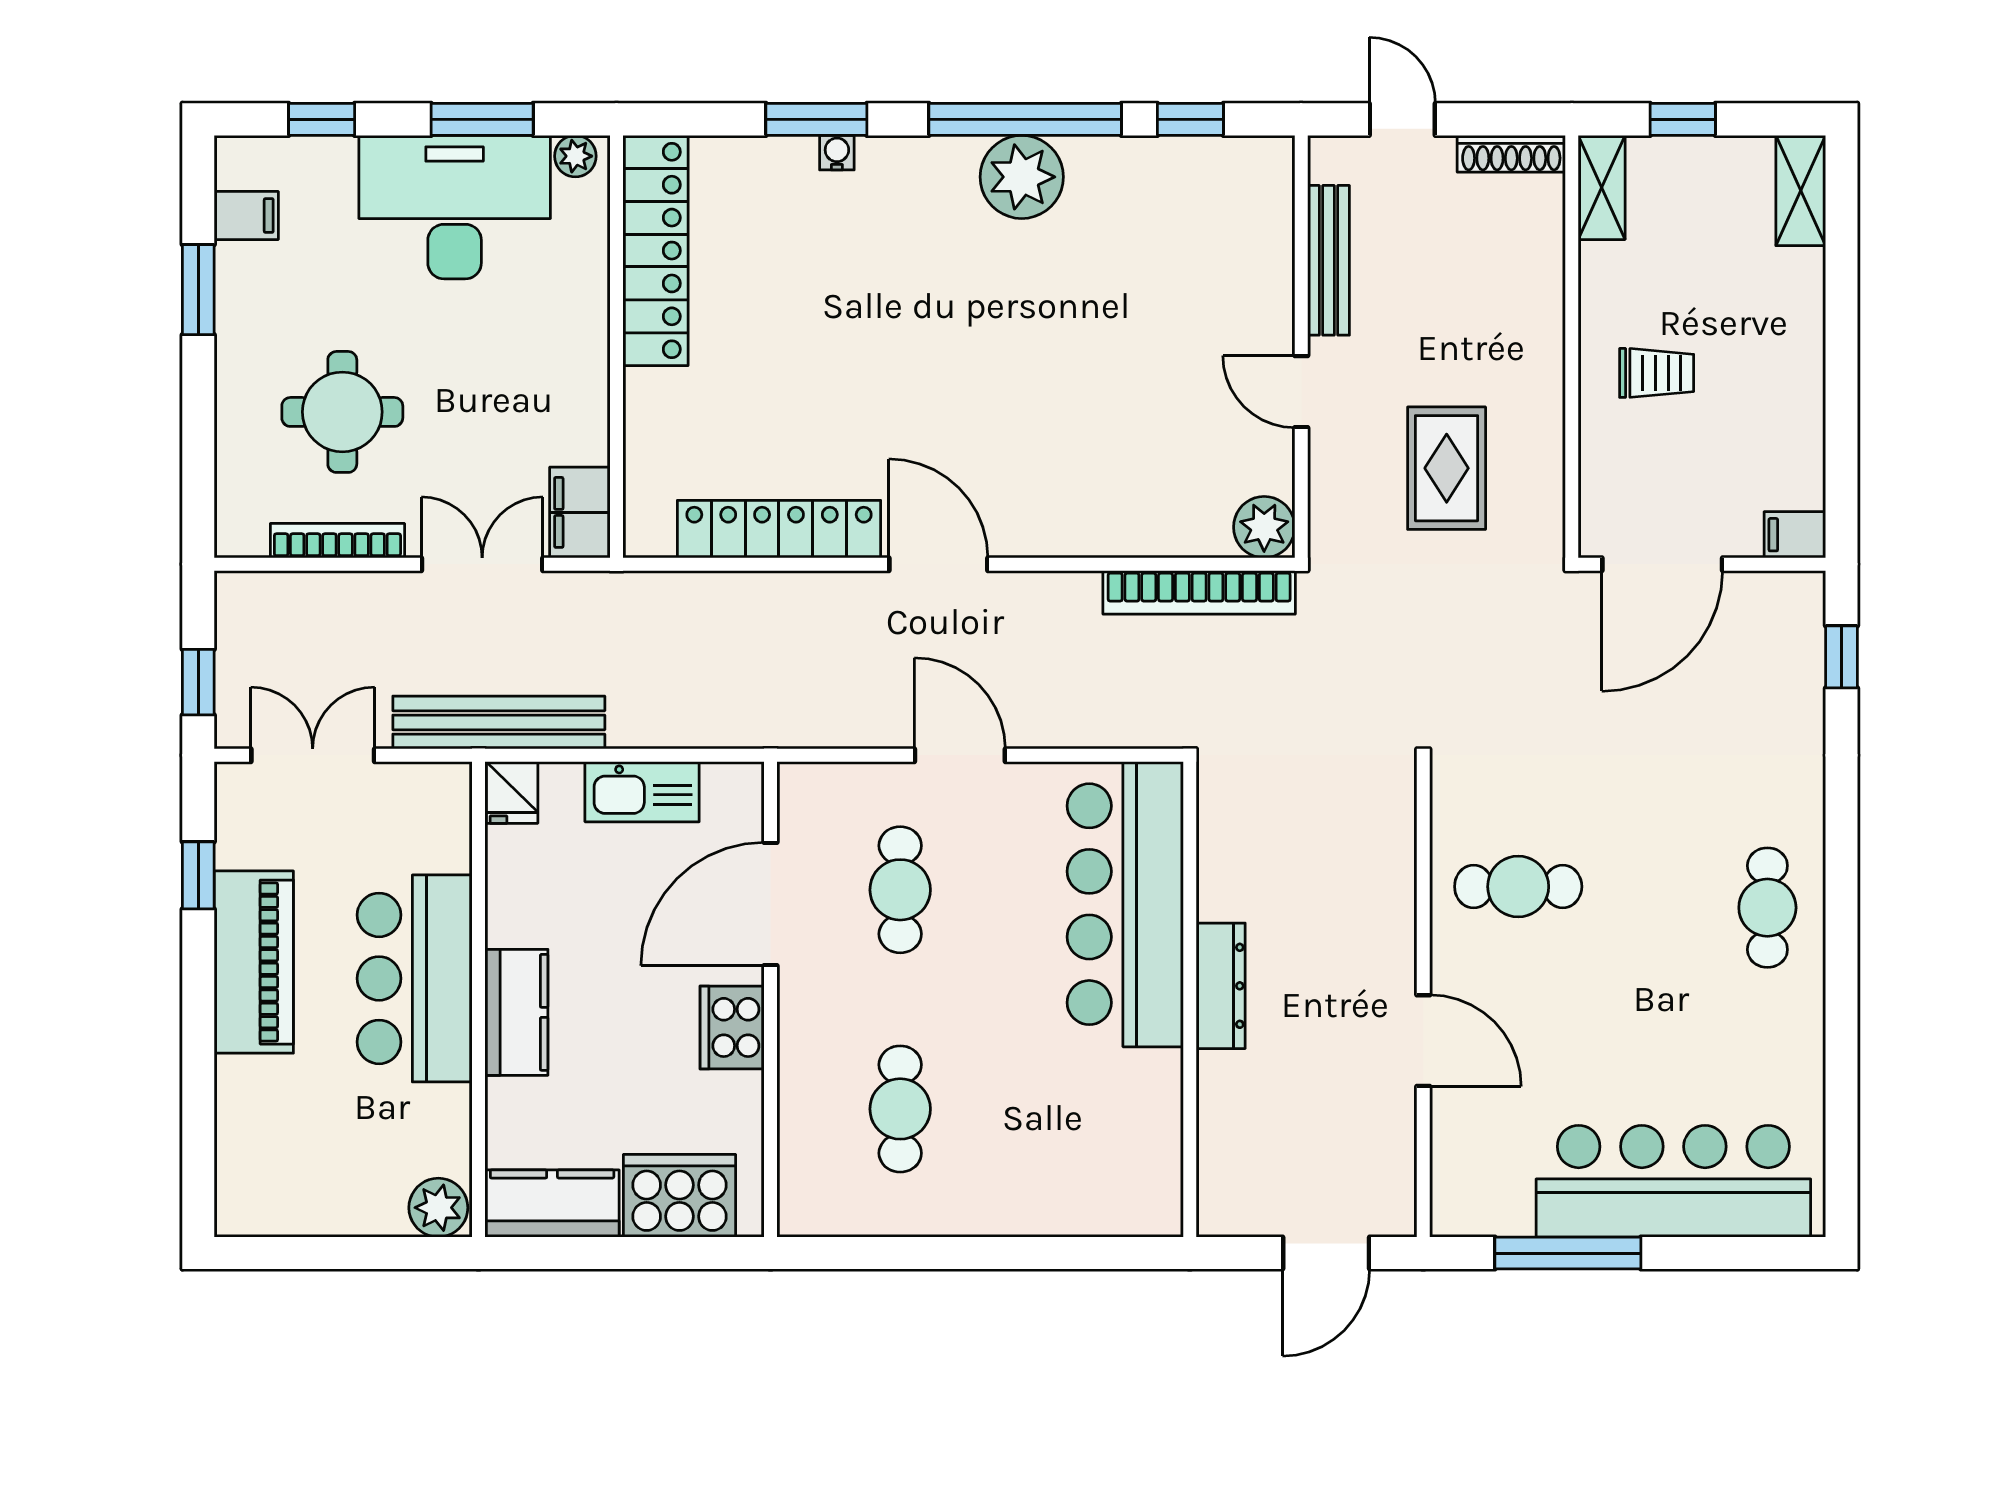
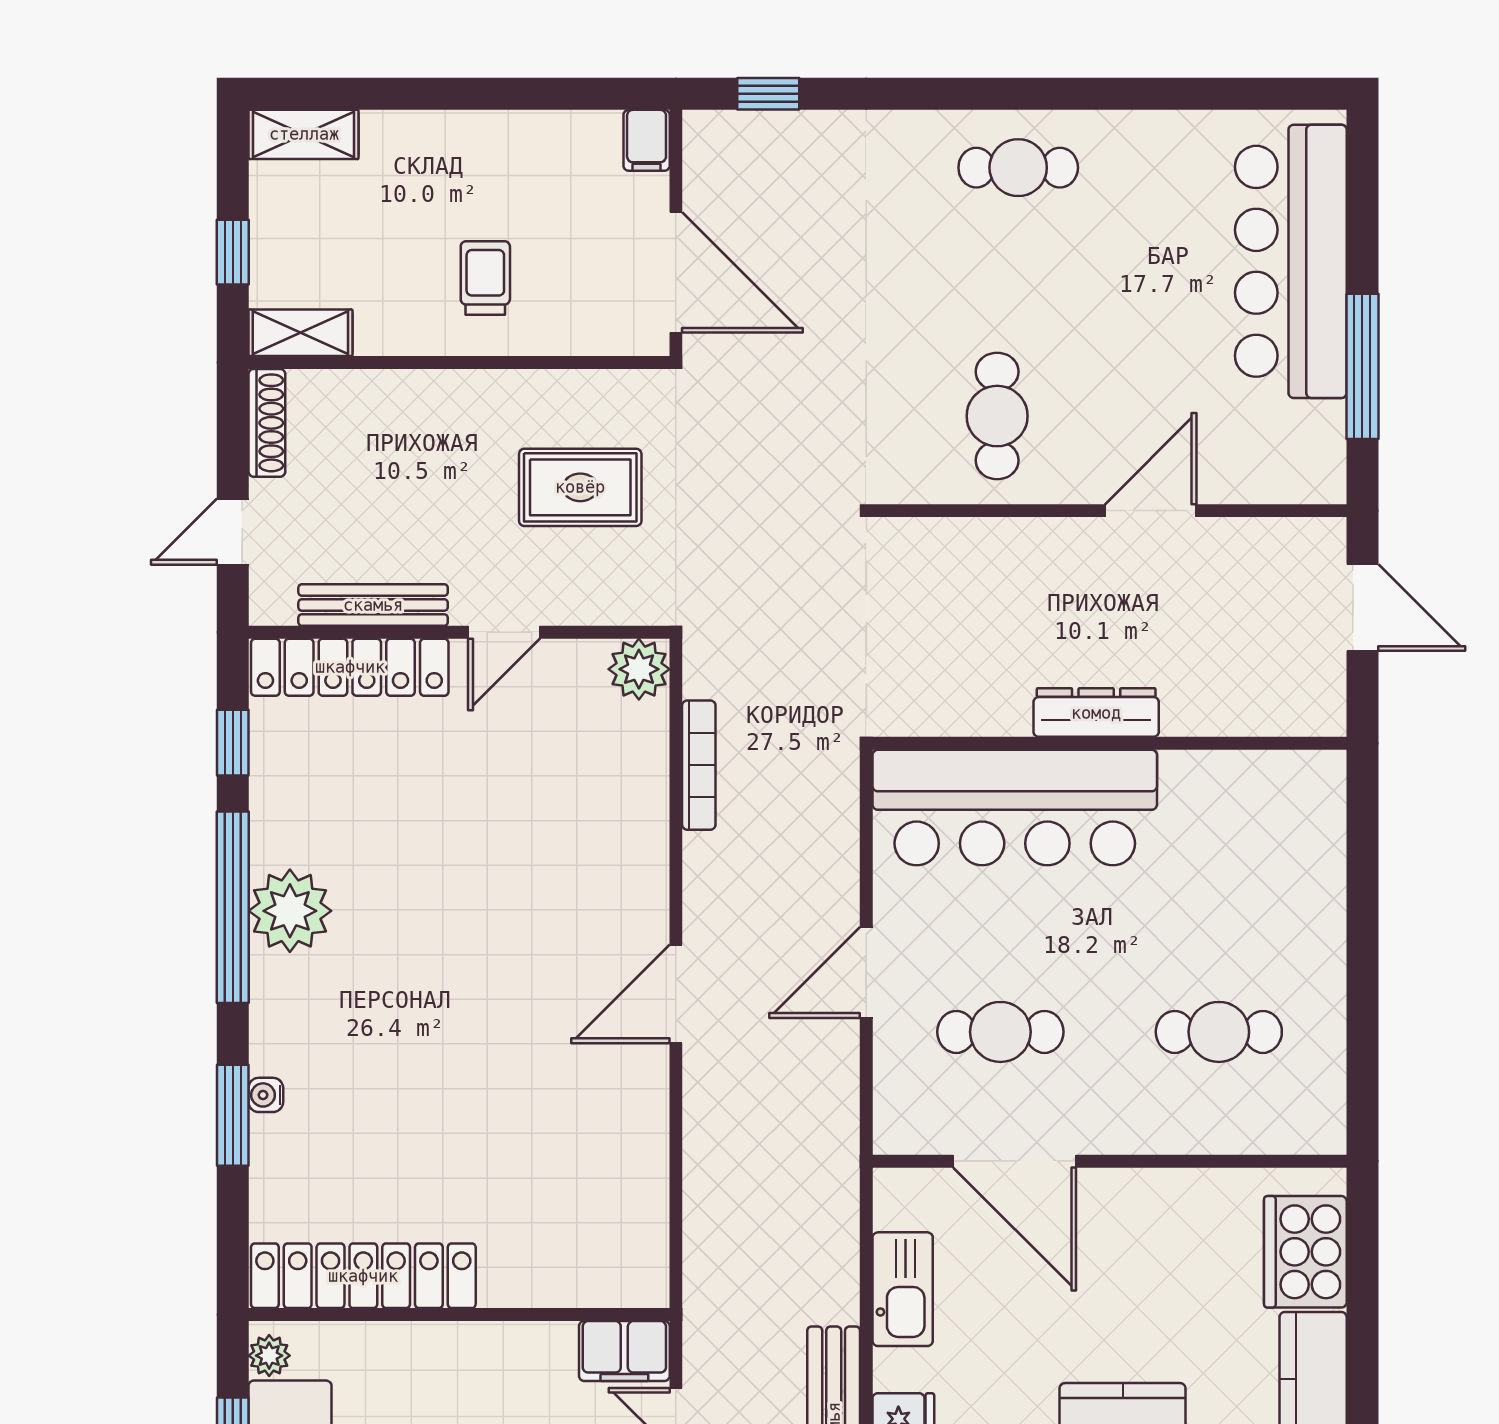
locker: (779, 529) -> (350, 667), moved, turned -90
bookcase: (1199, 592) -> (699, 765), width x0.68, depth x0.76
cooker: (732, 1027) -> (1138, 1199), removed

